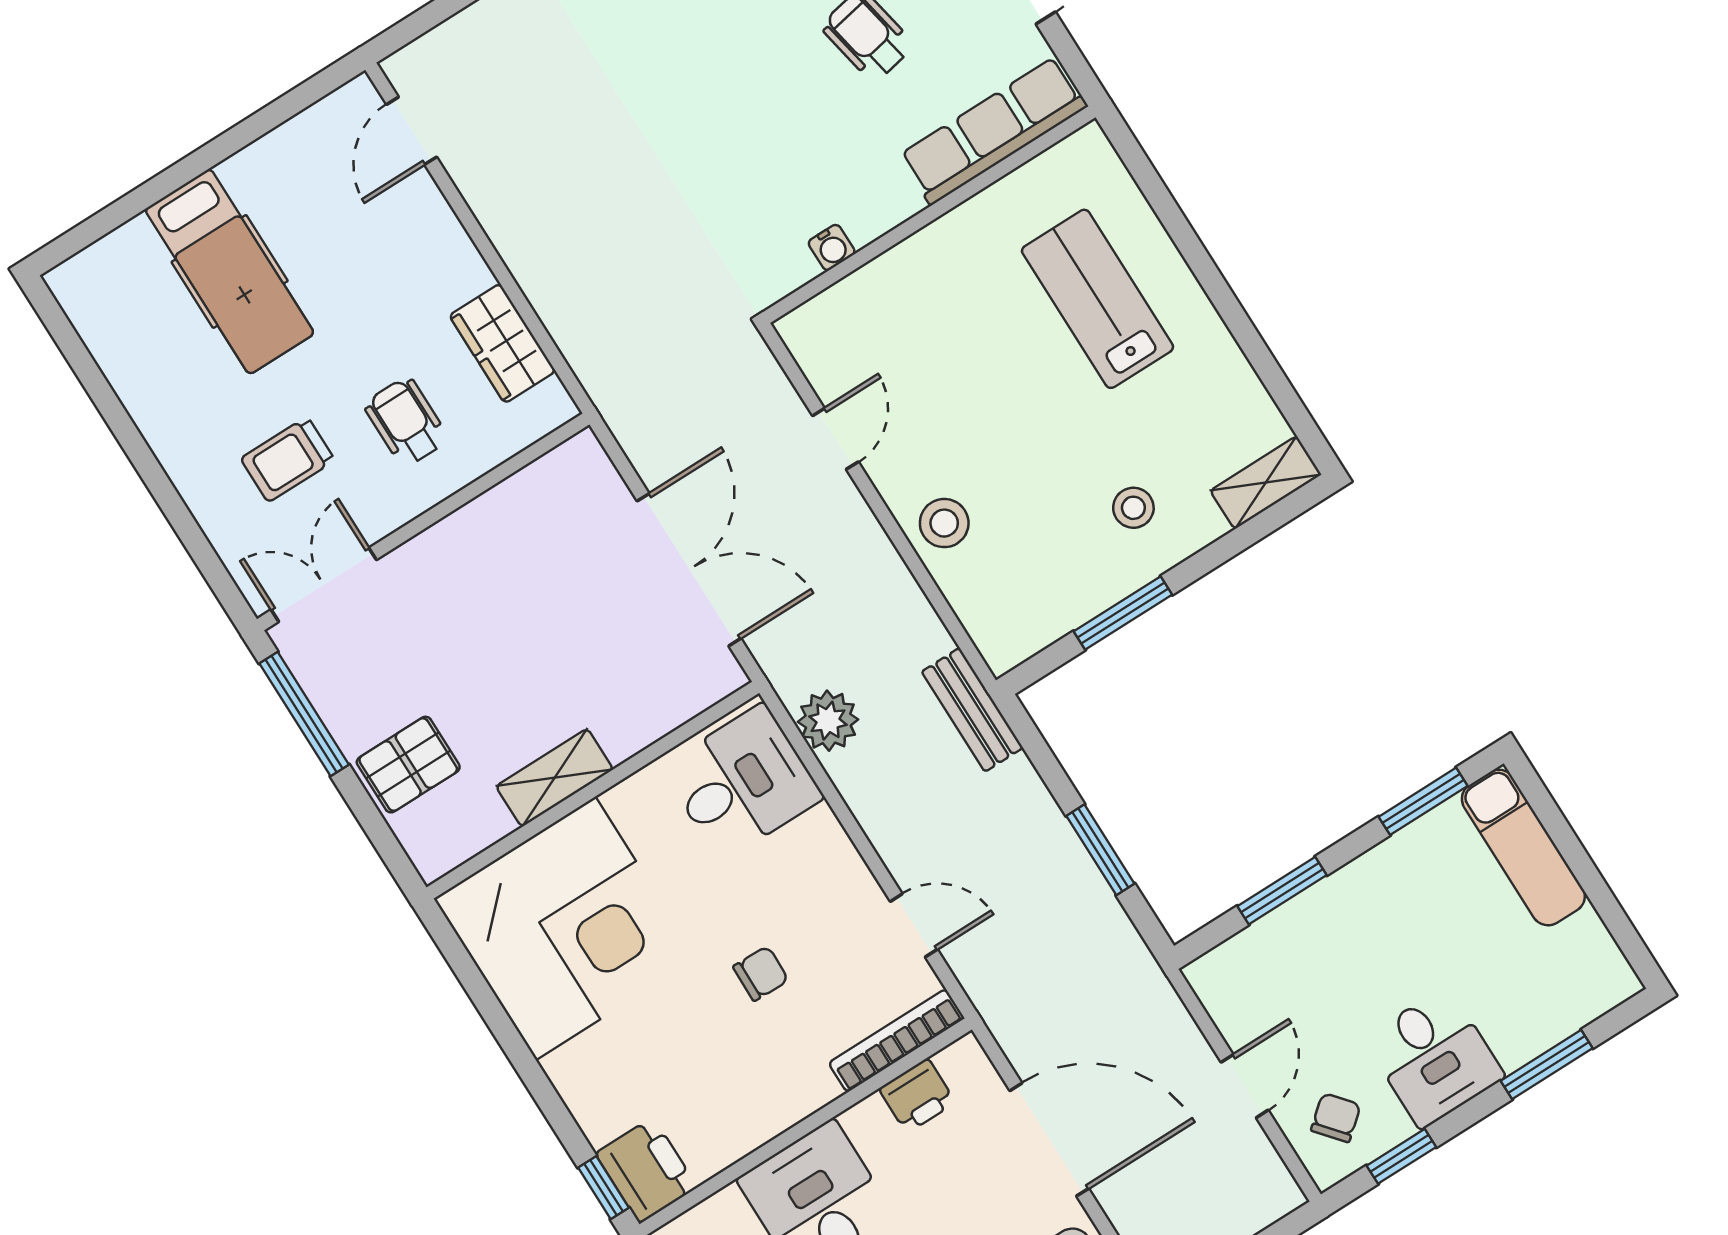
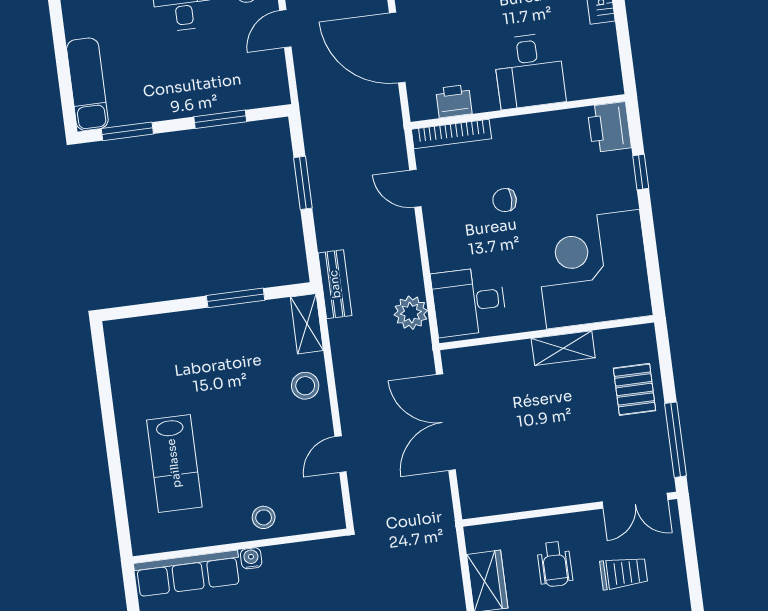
water cooler: (832, 247) -> (251, 558), moved
shelving: (1266, 483) -> (307, 324), moved, turned 90
stool: (1133, 508) -> (264, 517), moved
pallet: (408, 765) -> (634, 389), turned 90
window: (603, 1188) -> (641, 172), moved

